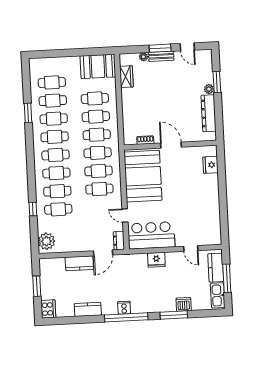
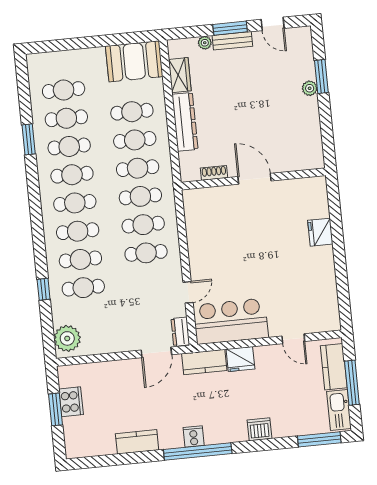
dresser: (208, 113) -> (185, 122), moved, turned 180
fridge: (210, 165) -> (320, 232), moved
booth: (143, 176) -> (213, 229), removed
door: (125, 215) -> (188, 292), swing flipped
kitchen counter: (79, 263) -> (204, 362), moved
dishwasher: (184, 304) -> (259, 429), moved
cooker: (48, 309) -> (71, 402), moved
window: (174, 315) -> (319, 439), moved

